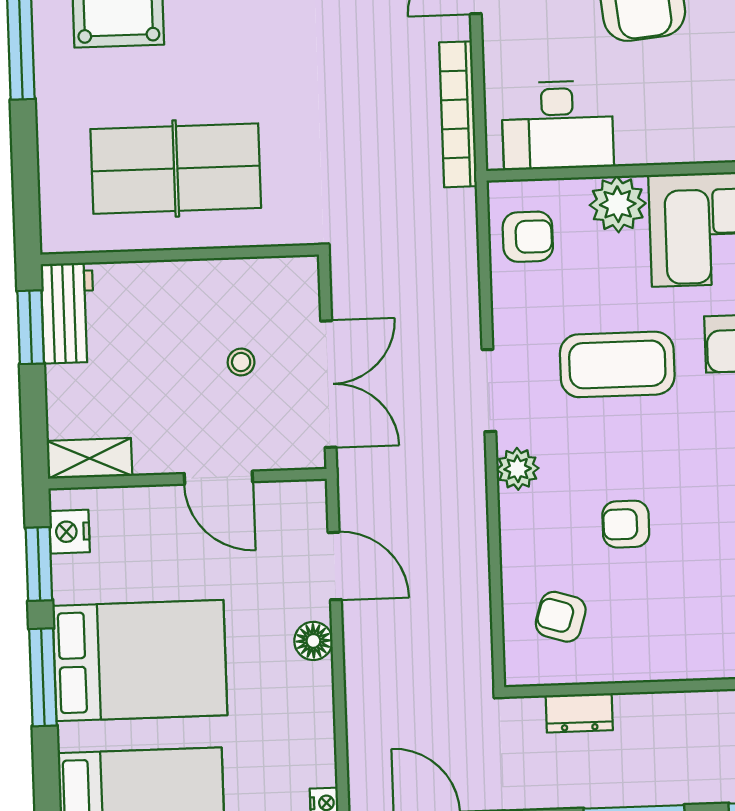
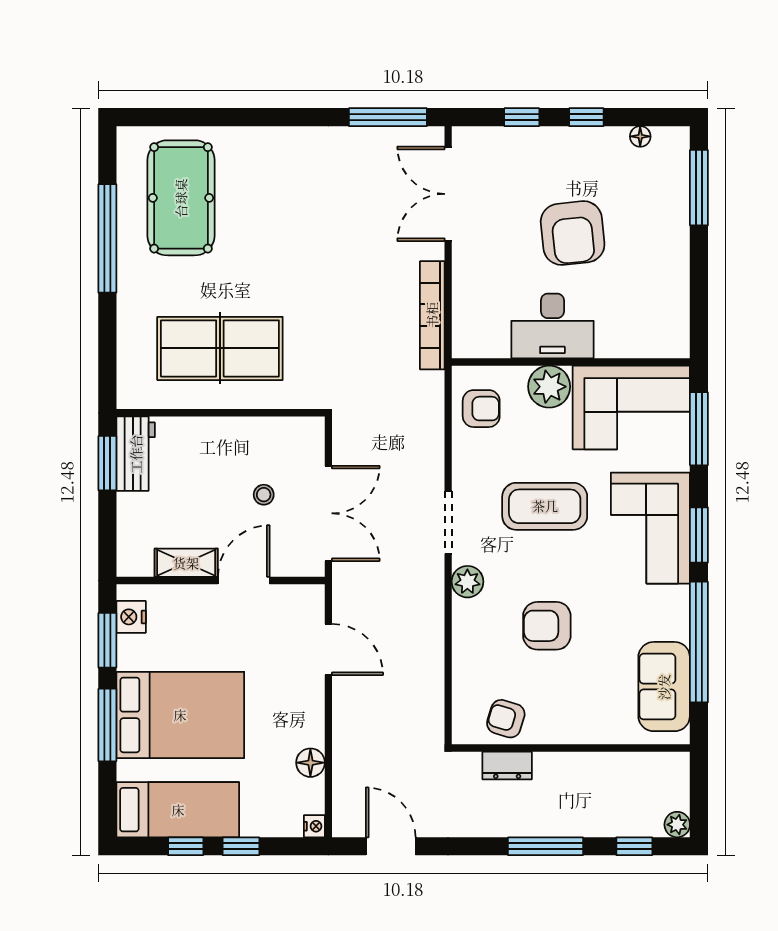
desk: (558, 125) -> (552, 326), moved
shelving: (89, 458) -> (186, 563), moved
door: (218, 478) -> (244, 580), swing flipped
armchair: (626, 524) -> (547, 626), width x1.38, depth x1.38
armchair: (561, 617) -> (506, 719), moved
floor lamp: (313, 641) -> (310, 763), moved

